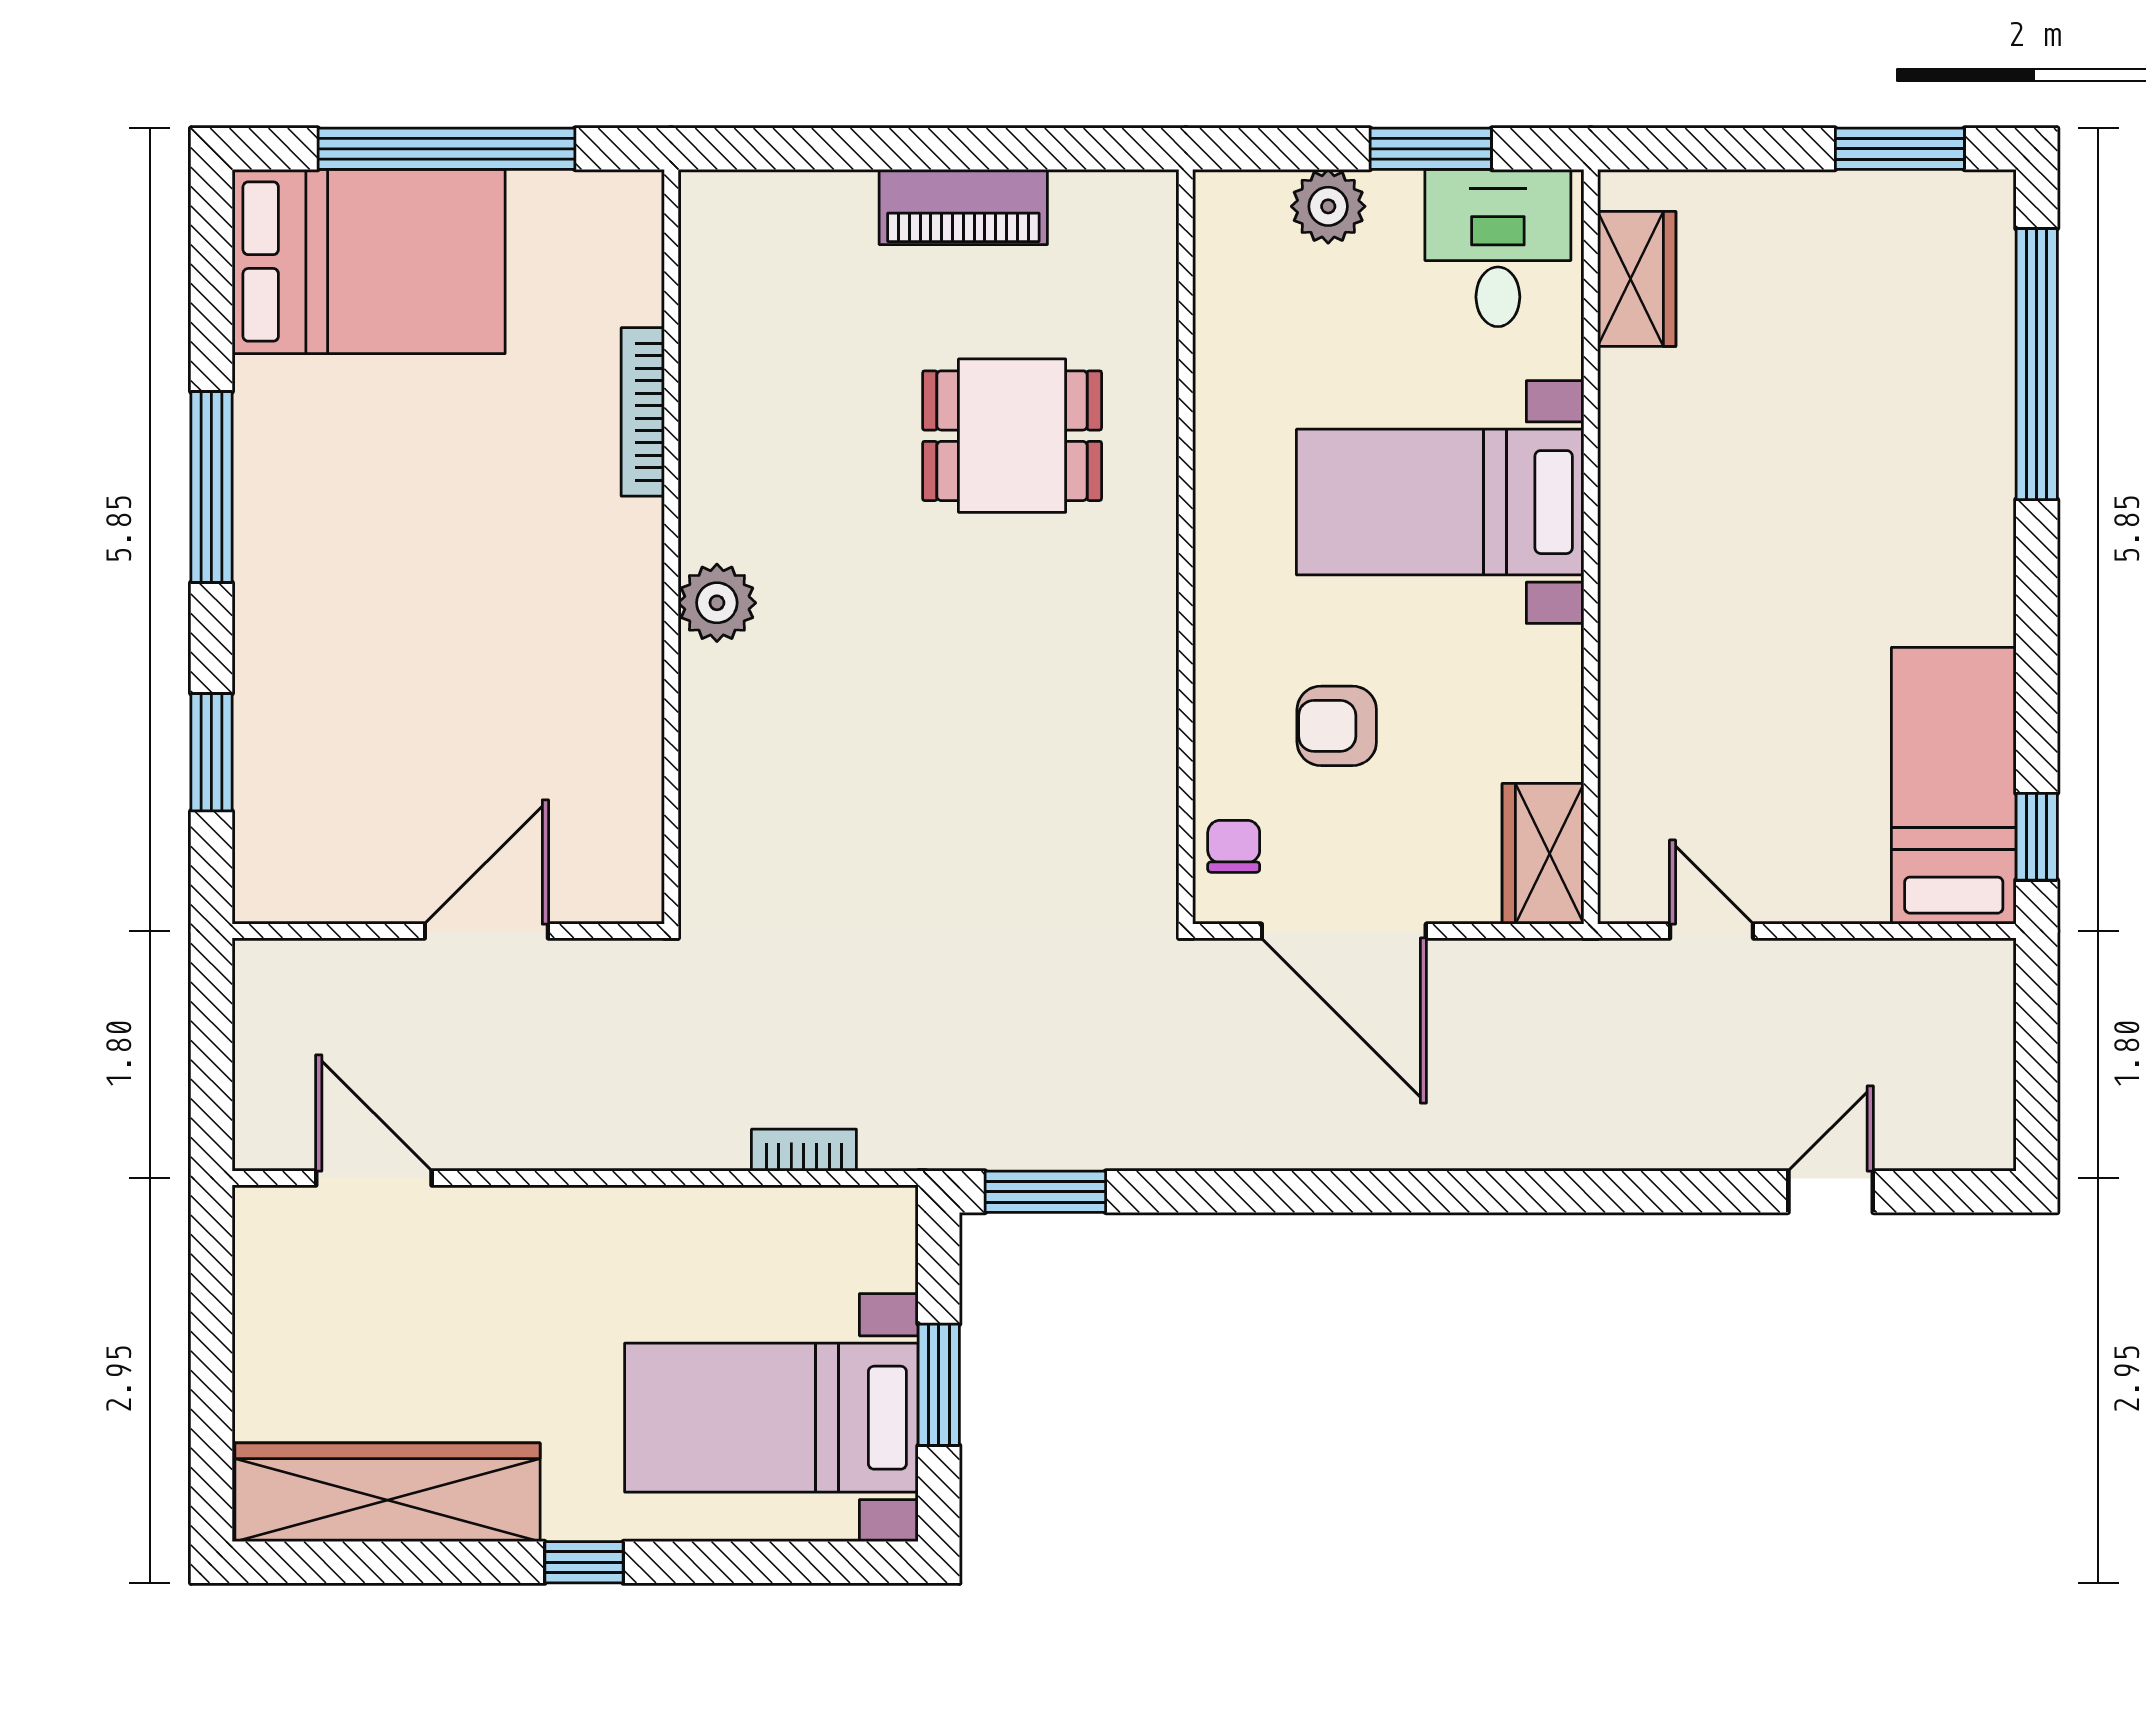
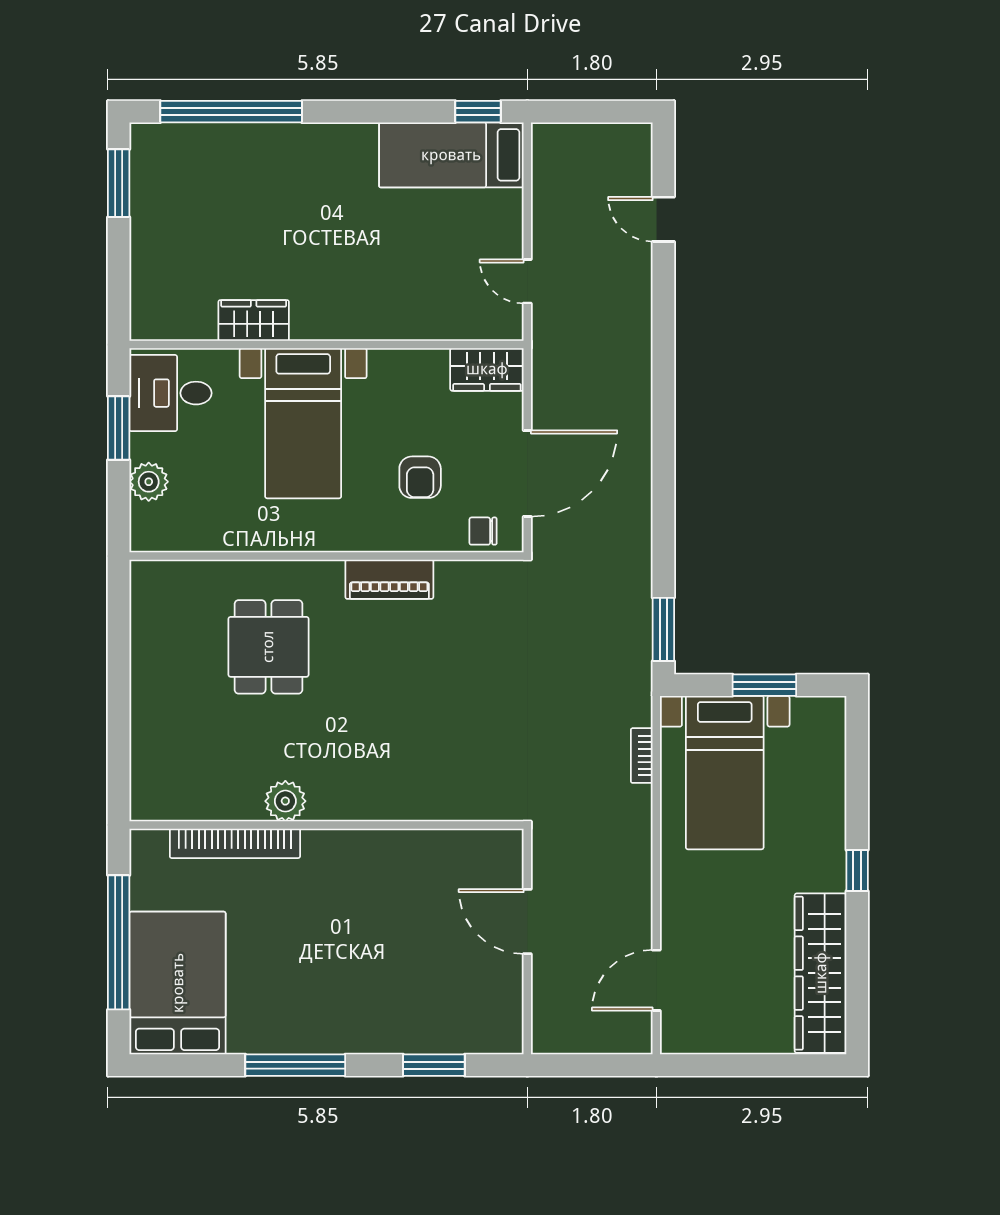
piano: (963, 207) -> (389, 579), moved, turned 90
wardrobe: (1637, 279) -> (254, 321), moved
bookcase: (643, 412) -> (235, 843), width x1.48, depth x1.31
plant: (717, 603) -> (285, 801), moved
door: (1712, 931) -> (527, 281), hinge flipped
bed with nightstands: (771, 1418) -> (725, 773), moved

